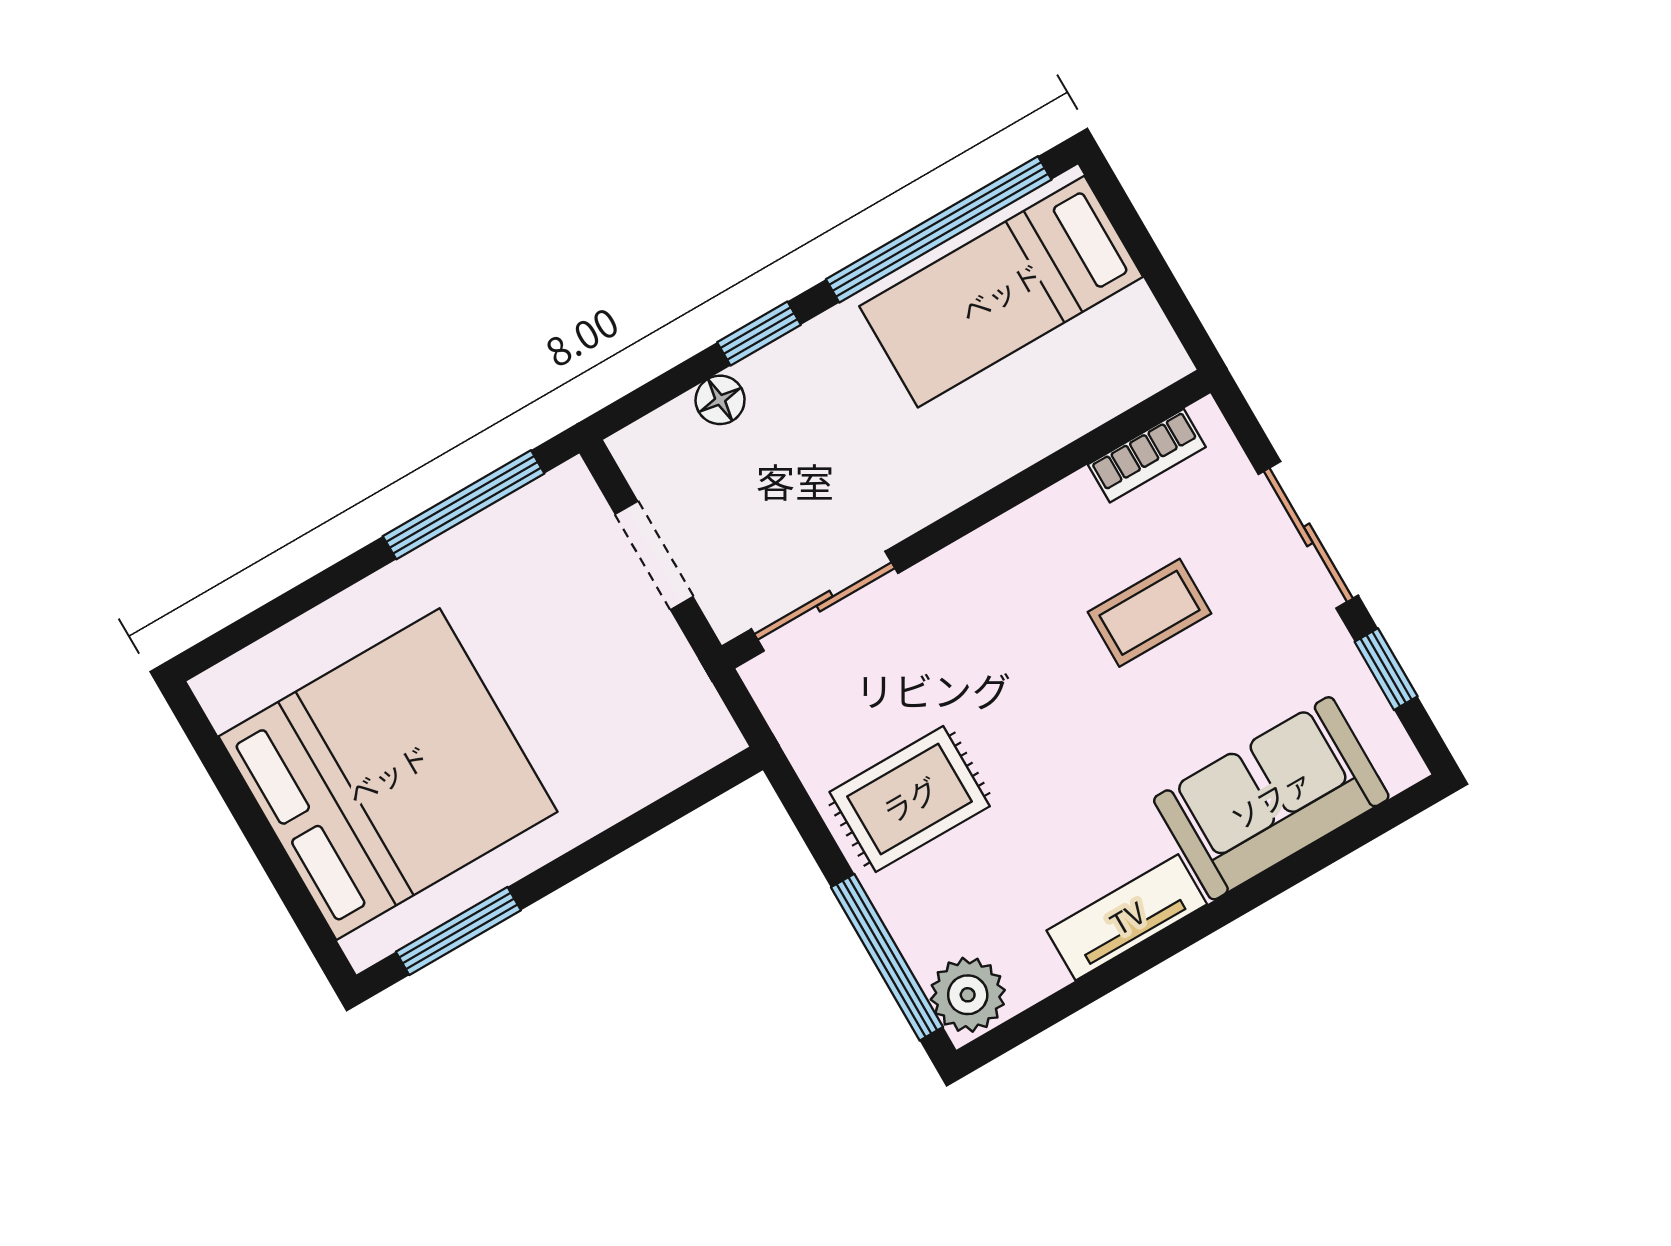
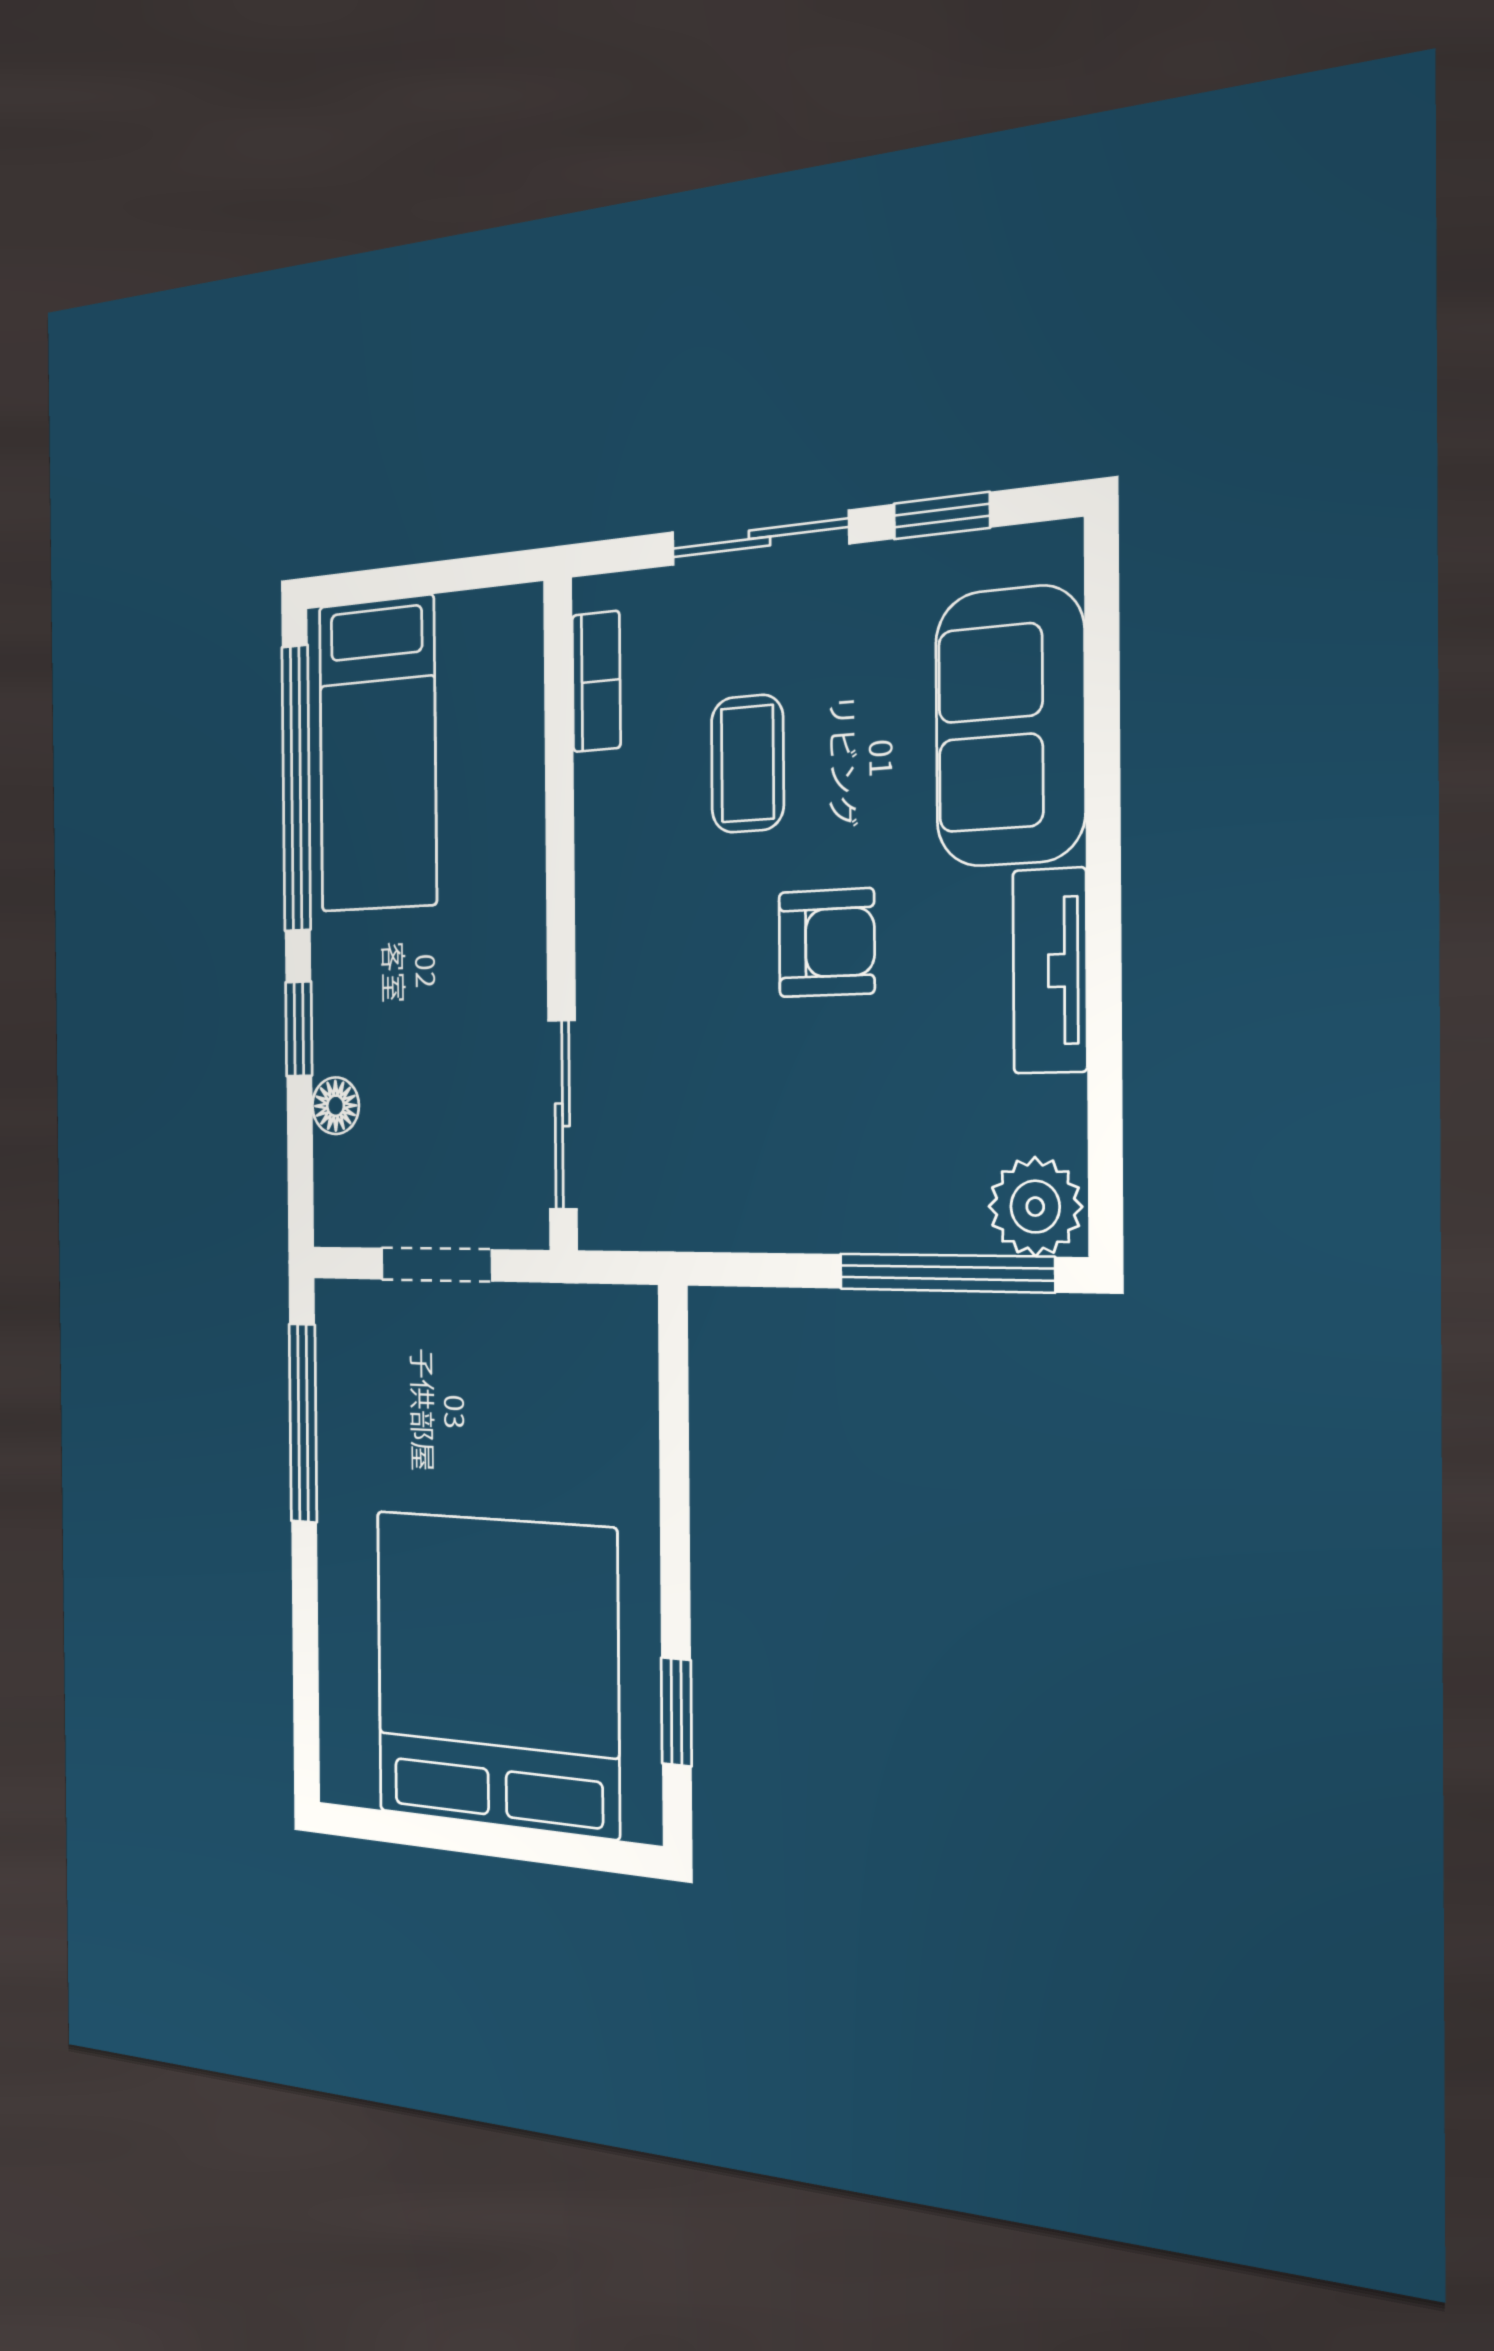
armchair: (1059, 744) -> (827, 943), added
rug: (910, 799) -> (797, 1145), removed
window: (458, 931) -> (676, 1712), width x0.67

